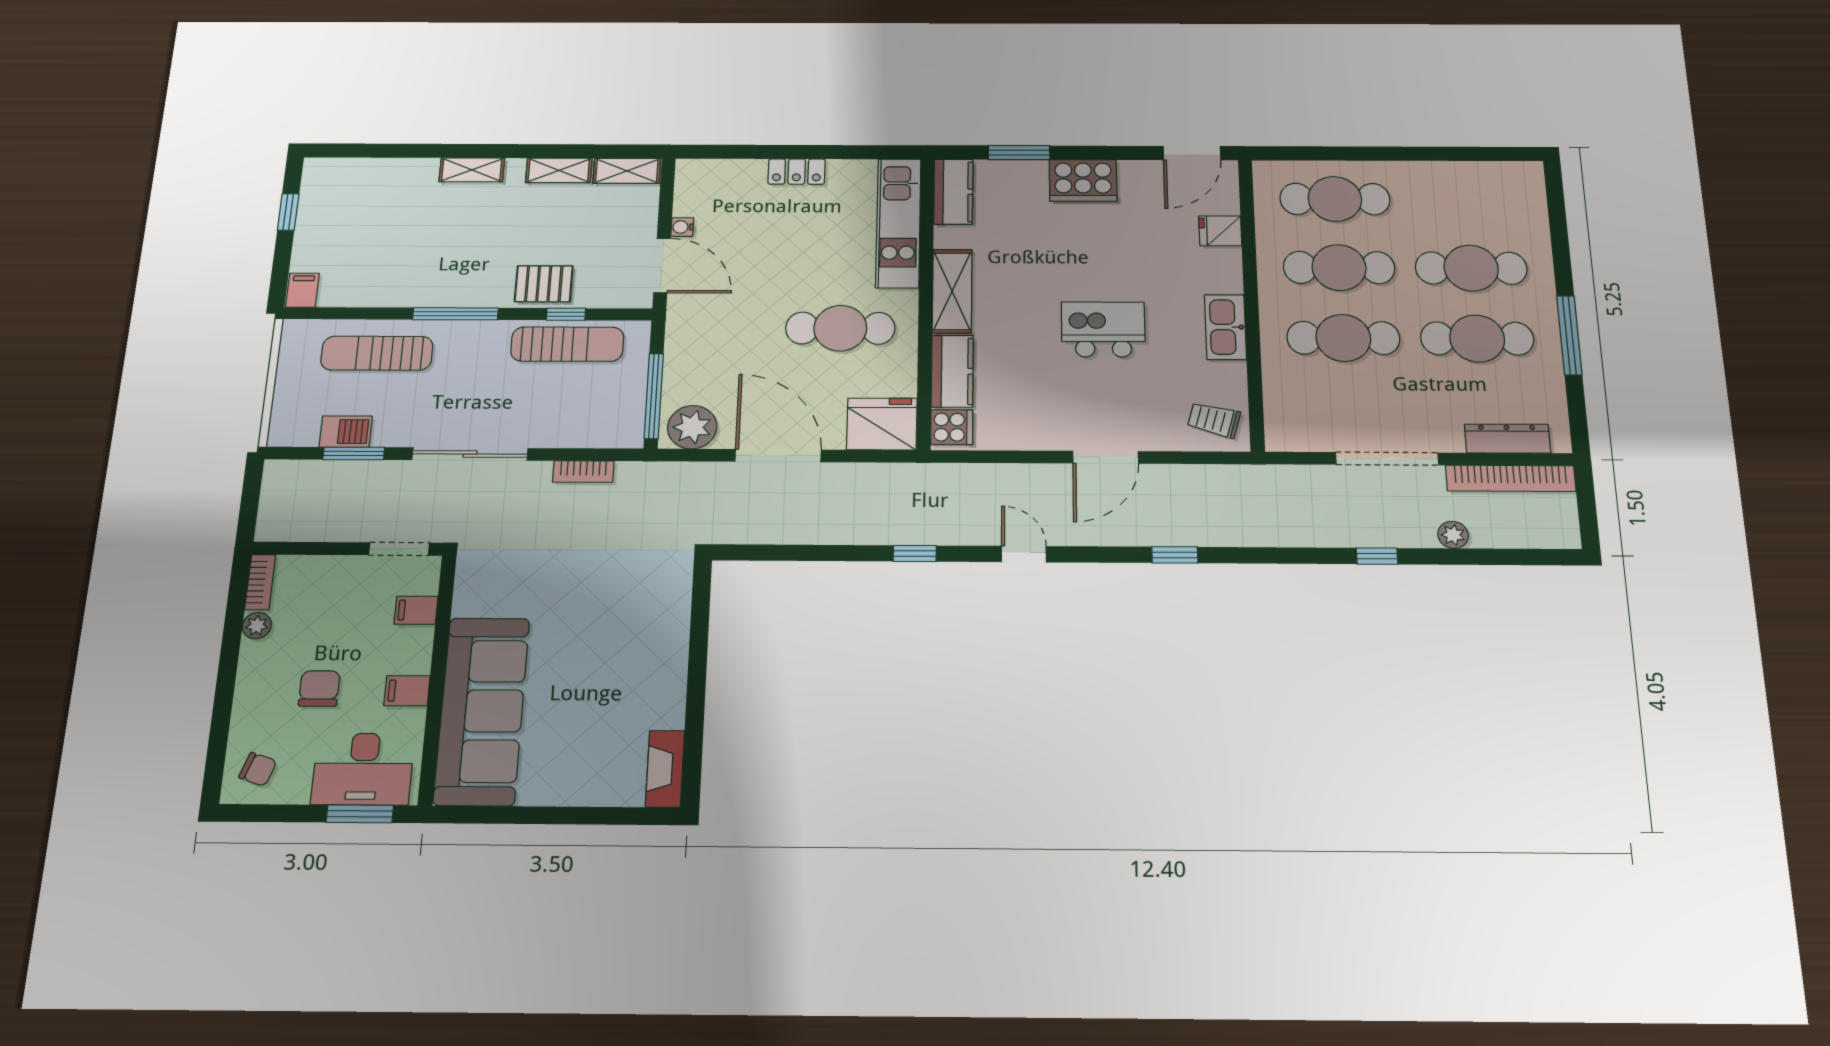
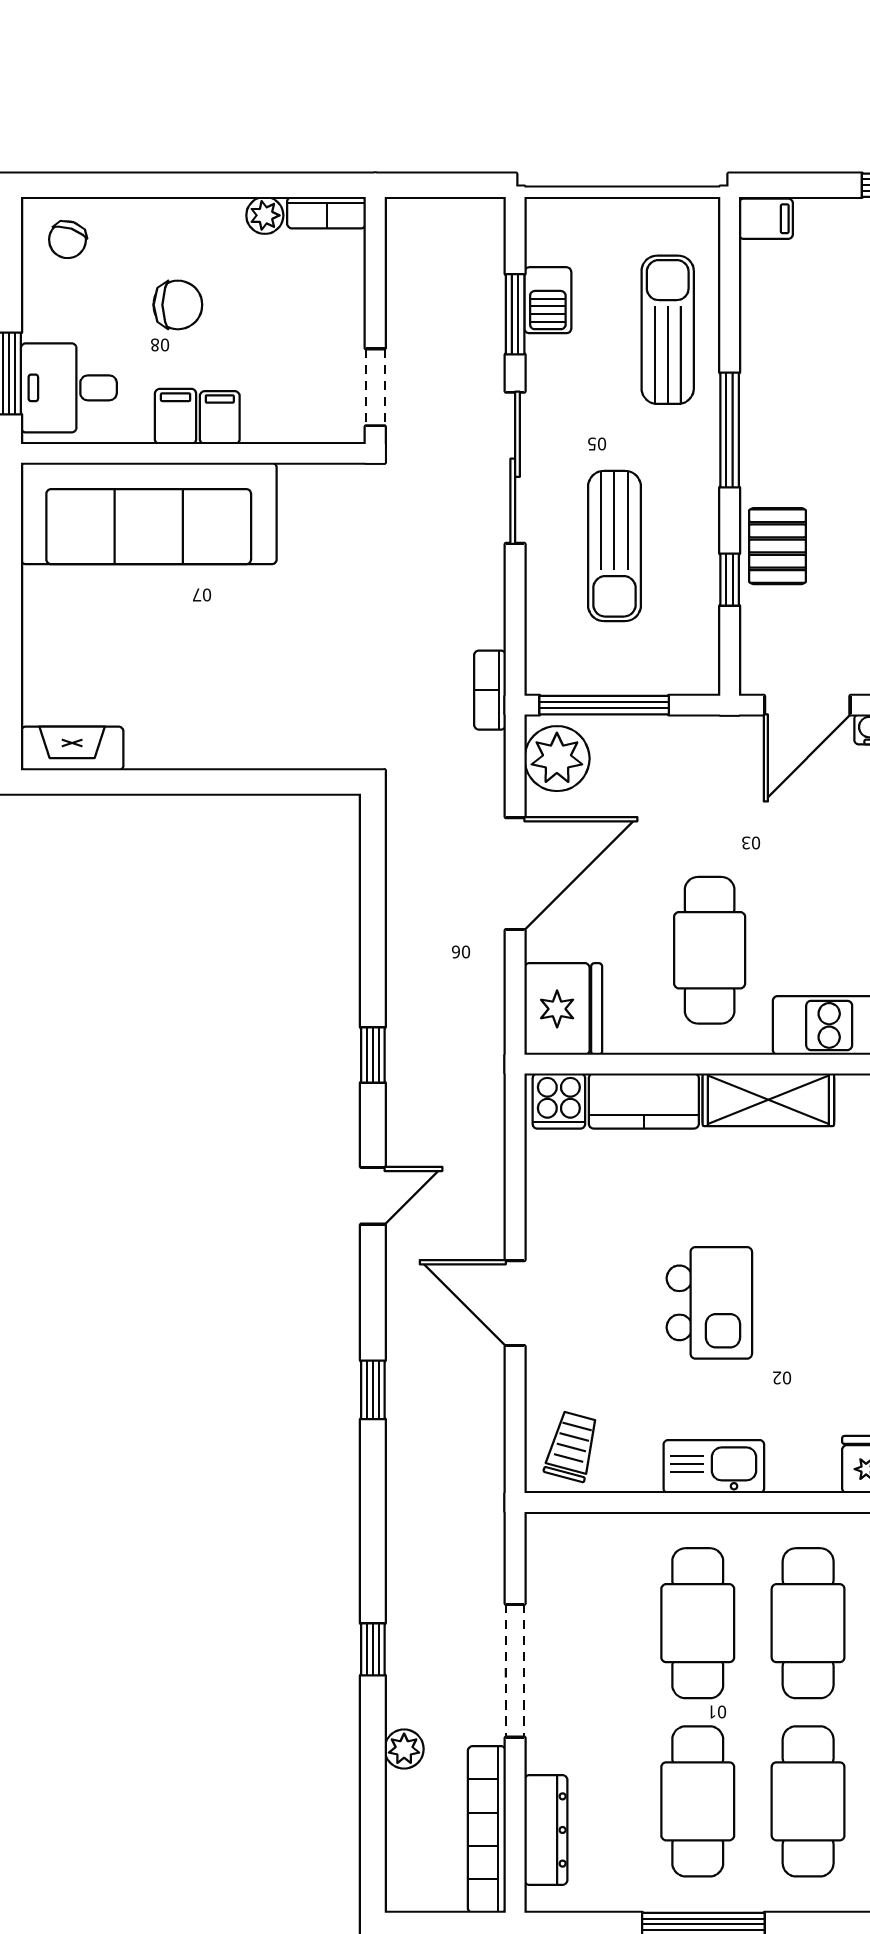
sun lounger: (567, 344) -> (614, 546), moved
bookcase: (583, 471) -> (490, 690), moved
filing cabinet: (416, 610) -> (220, 418), moved
desk: (363, 769) -> (69, 388), width x0.73

